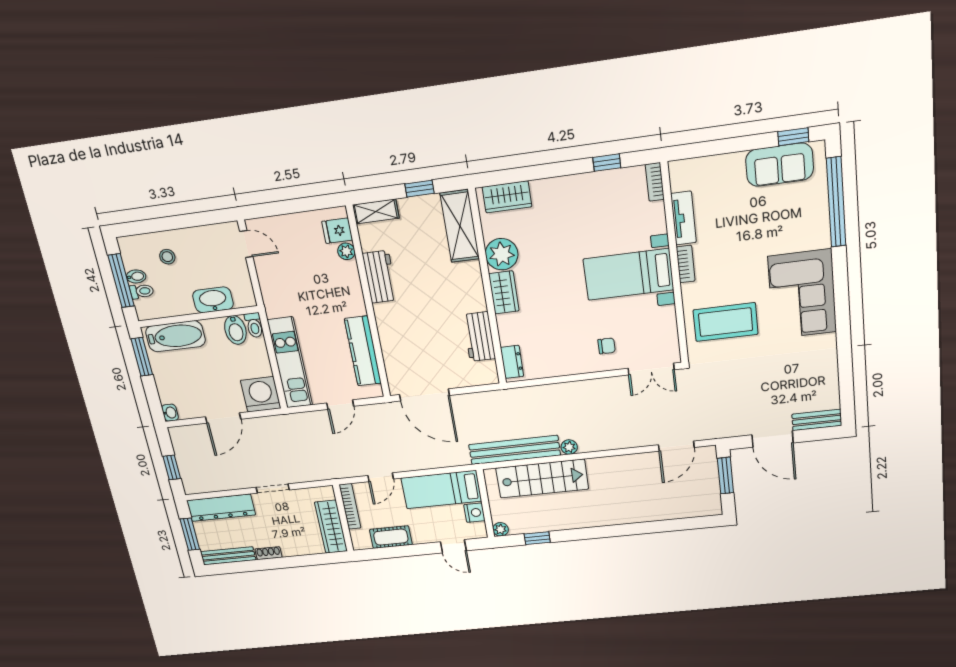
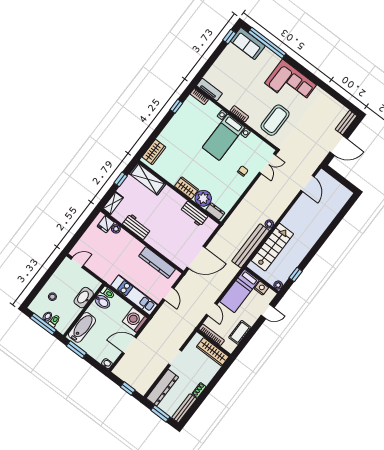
sofa: (780, 165) -> (248, 43), moved, turned 90
tv unit: (683, 218) -> (209, 90), moved
plant: (502, 254) -> (203, 198), moved
door: (223, 418) -> (129, 345), swing flipped
window: (725, 476) -> (337, 177), removed

